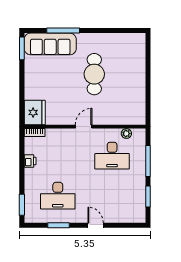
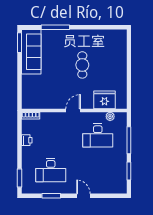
sofa: (50, 44) -> (31, 52), moved, turned -90
cafe table: (94, 74) -> (82, 65), width x0.73, depth x0.74
fridge: (35, 112) -> (104, 100), moved, turned -90

